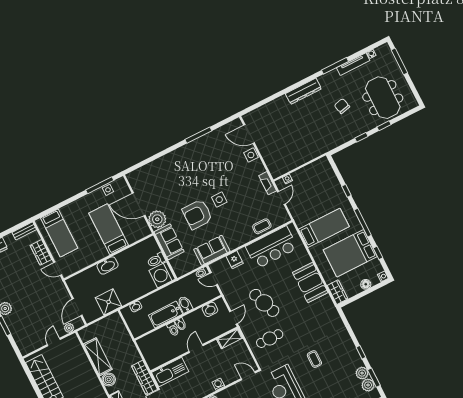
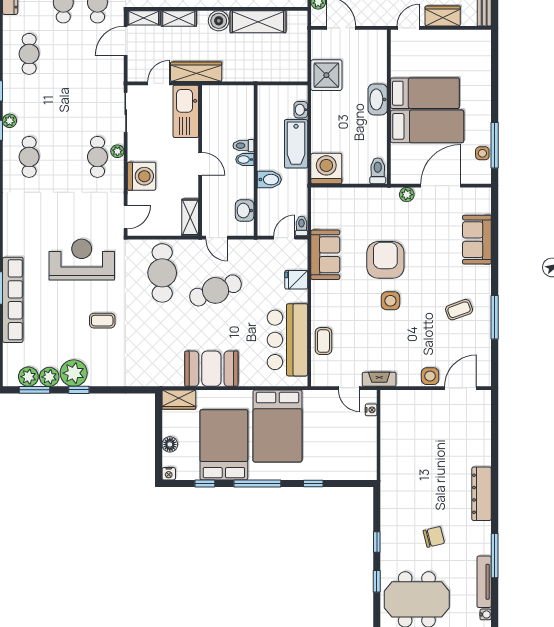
coffee table: (204, 158) -> (459, 310), added
plant: (157, 219) -> (407, 195), width x0.53, depth x0.53
bed: (324, 228) -> (277, 426), width x1.50
bed: (59, 233) -> (425, 93), moved, turned 180
sofa: (169, 242) -> (477, 240), moved, turned 90
toilet: (156, 260) -> (378, 171), moved
bathtub: (166, 315) -> (296, 144), moved, turned 180
cafe table: (270, 339) -> (162, 273), width x1.37, depth x1.35
plant: (353, 360) -> (74, 373), added
washing machine: (218, 384) -> (142, 176), width x1.89, depth x1.89

